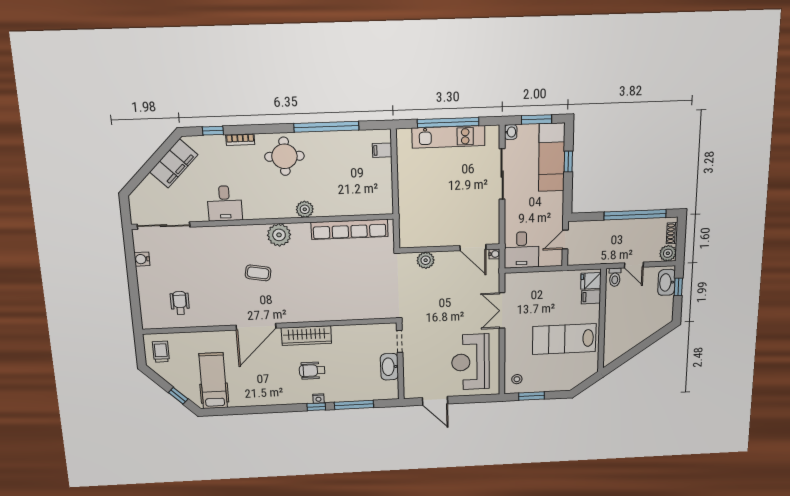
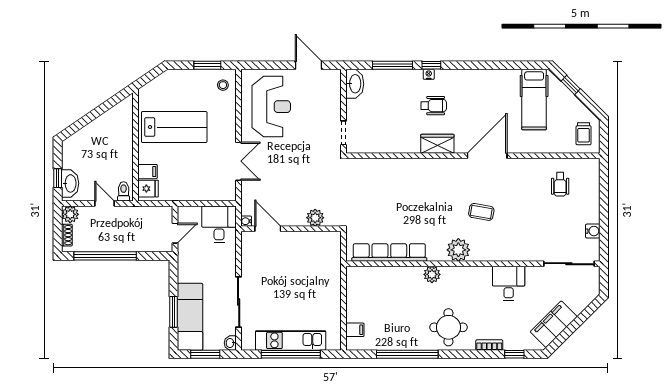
window: (568, 162) -> (174, 312), width x1.50
wardrobe: (306, 336) -> (437, 144), width x0.67
washbasin: (389, 367) -> (355, 84), moved

